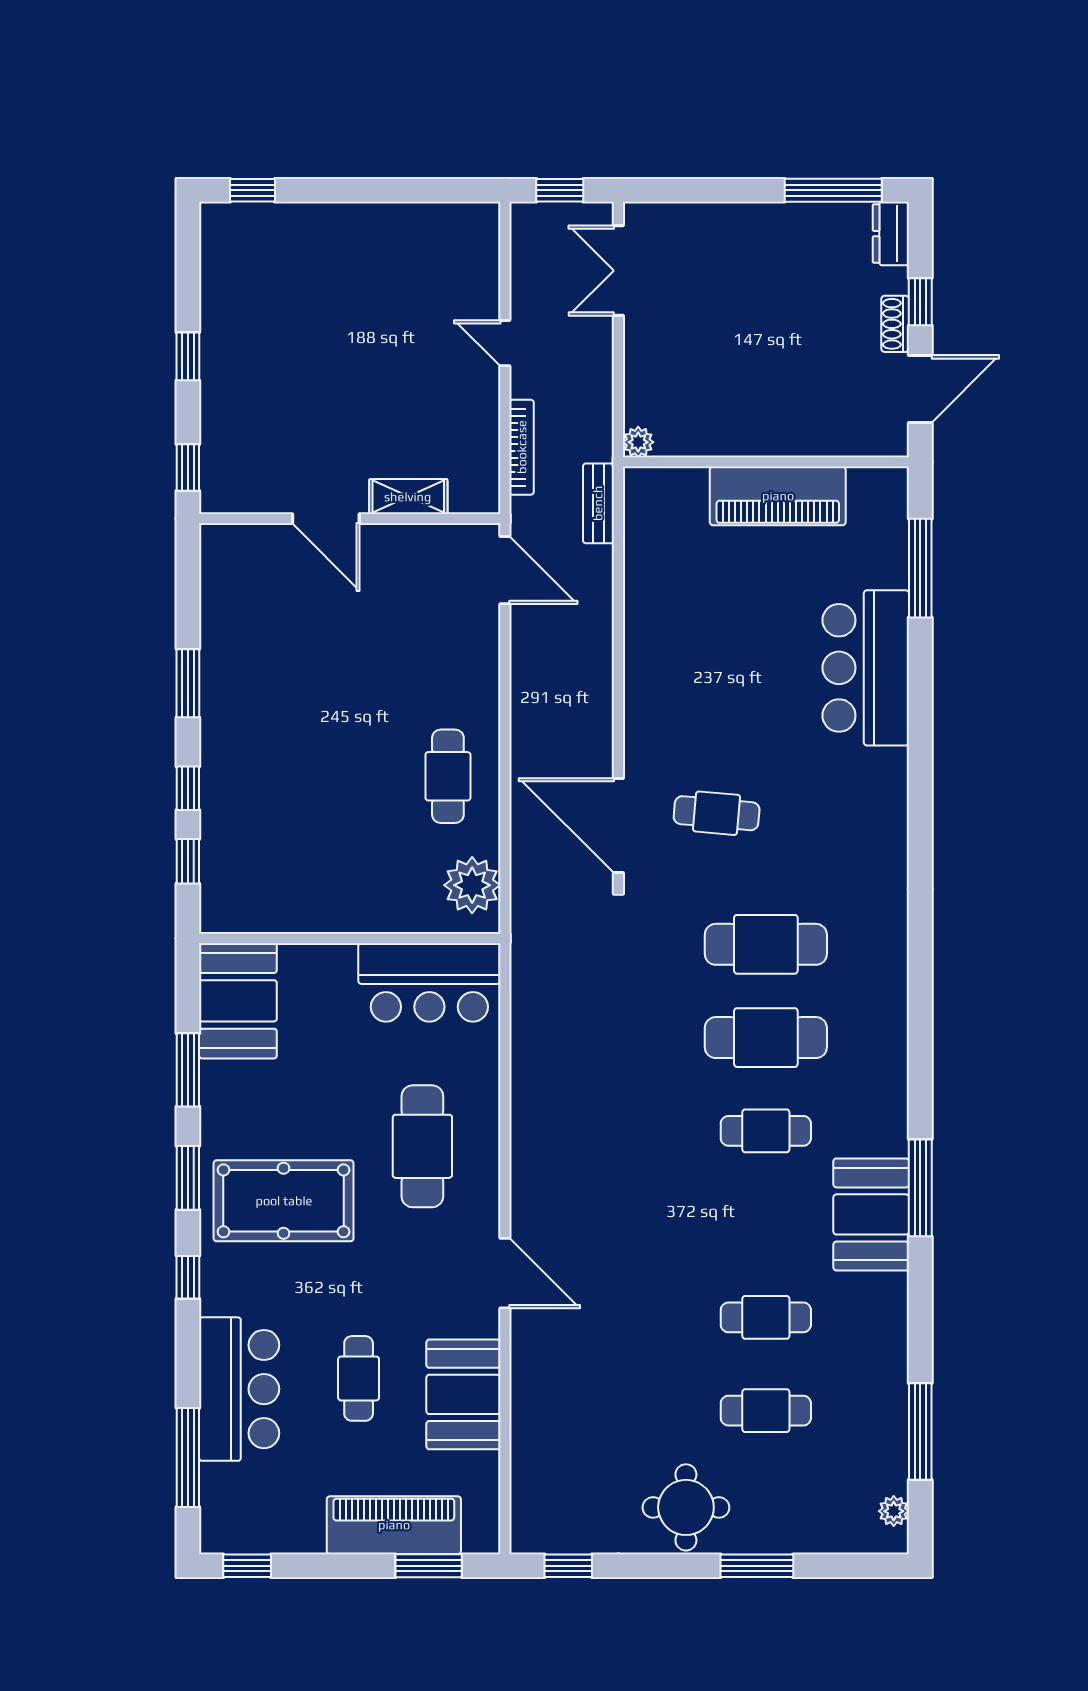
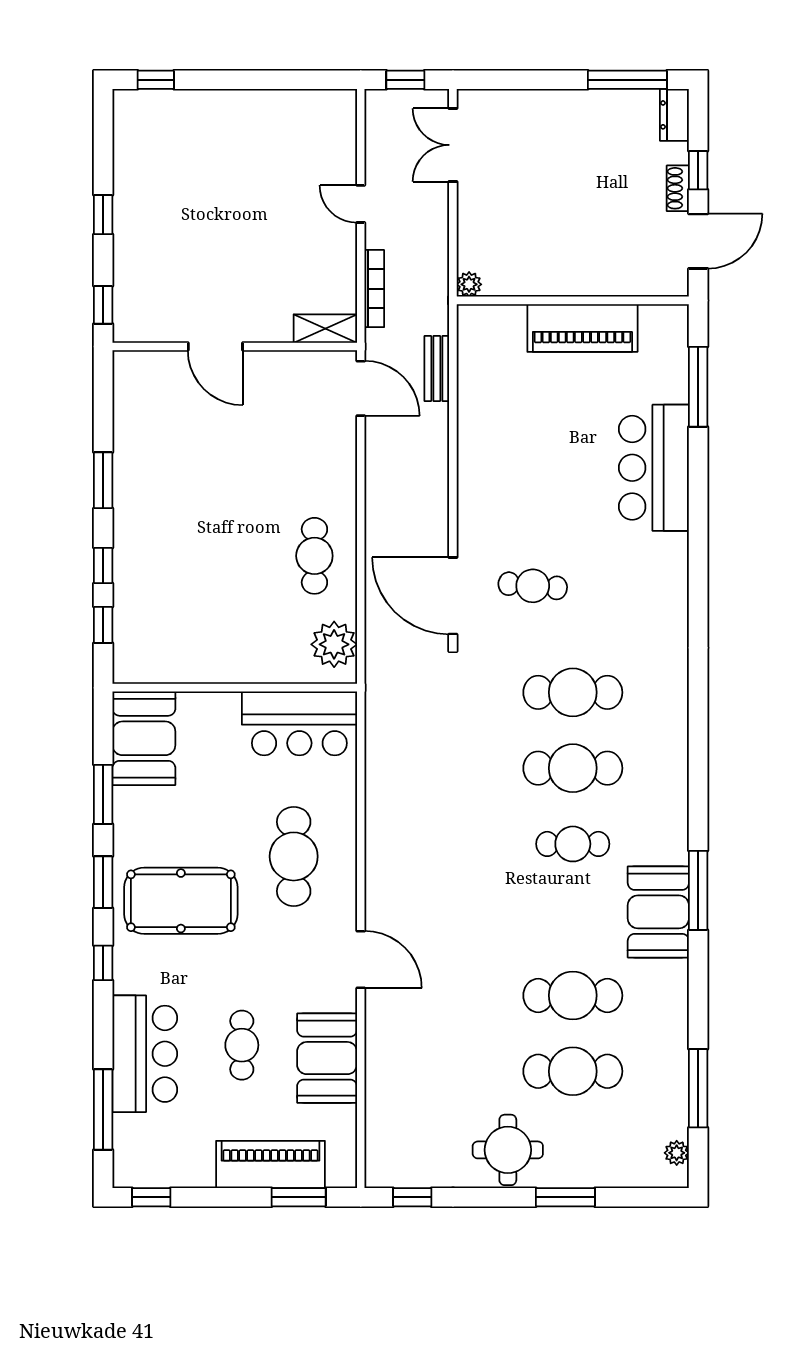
shelving: (408, 497) -> (325, 329), moved
bench: (598, 503) -> (437, 368), moved
cafe table: (766, 1317) -> (573, 995), width x1.37, depth x1.35
cafe table: (766, 1411) -> (573, 1071), width x1.37, depth x1.35

